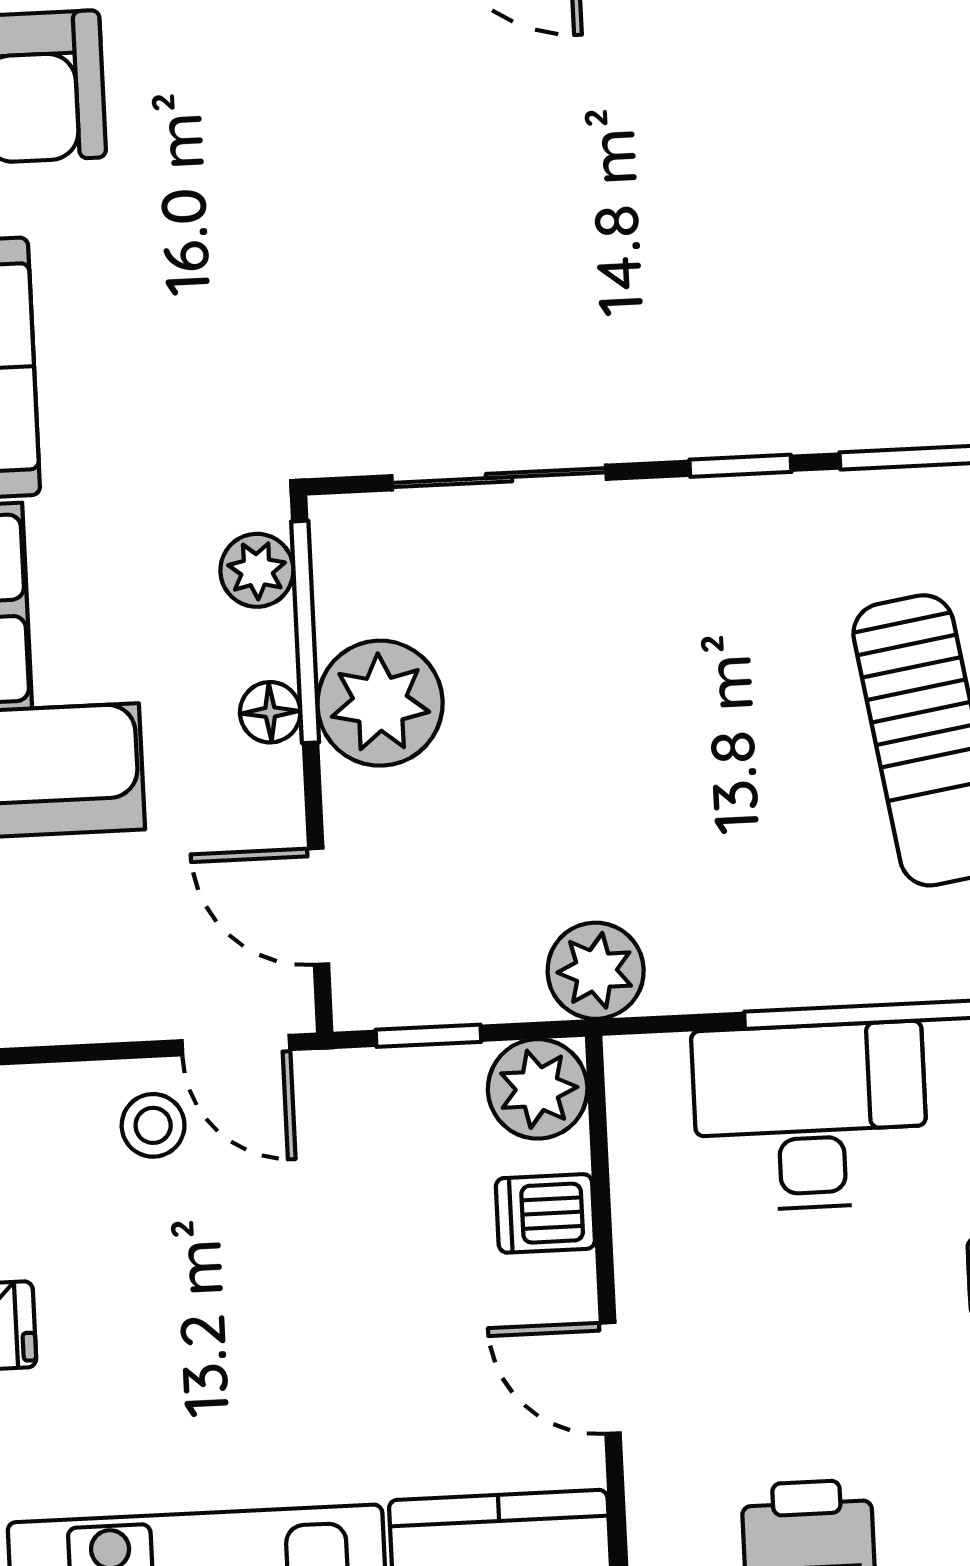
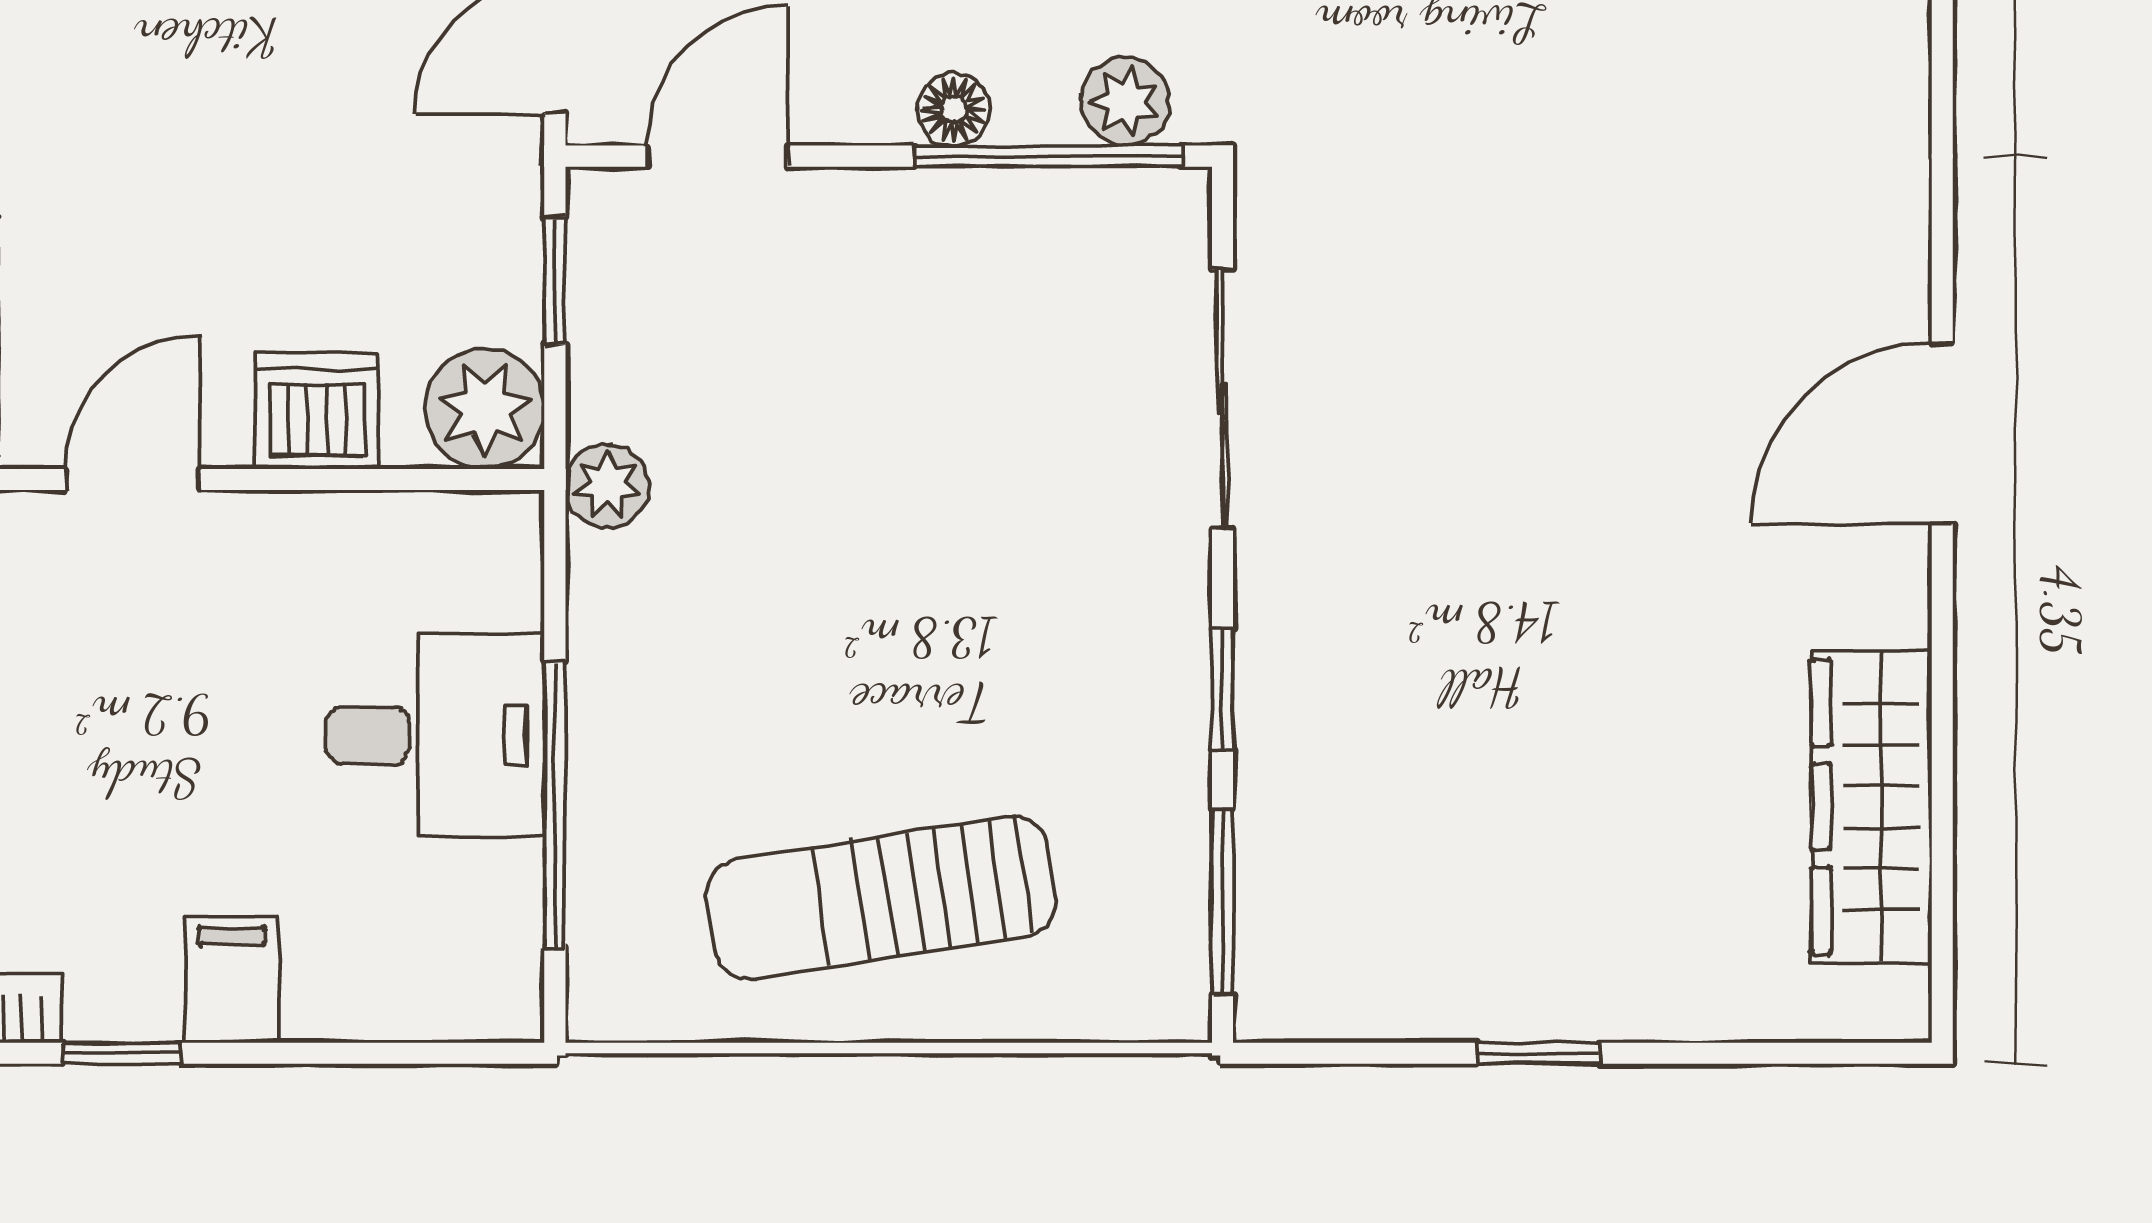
plant: (380, 703) -> (958, 242), removed
plant: (596, 971) -> (608, 486), width x0.73, depth x0.73
desk: (810, 1116) -> (435, 736), width x0.73
dishwasher: (545, 1213) -> (317, 411), width x1.38

